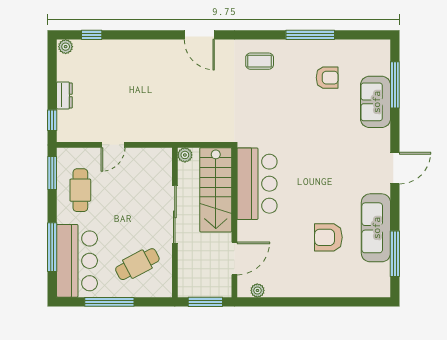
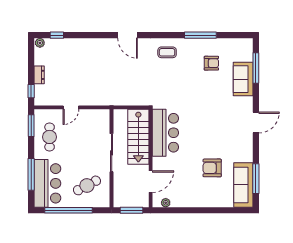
plant: (185, 155) -> (118, 114), removed
sofa: (376, 228) -> (243, 185), moved
window: (109, 302) -> (69, 210), width x1.46

